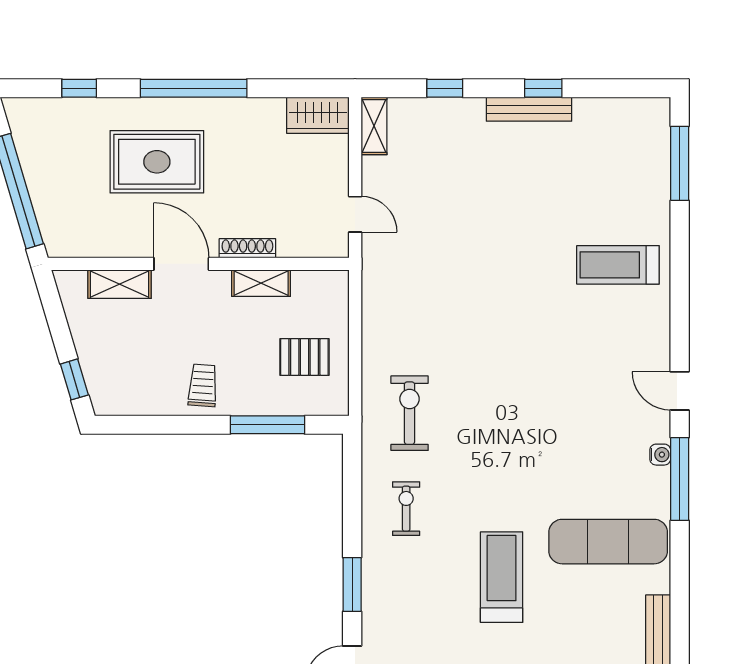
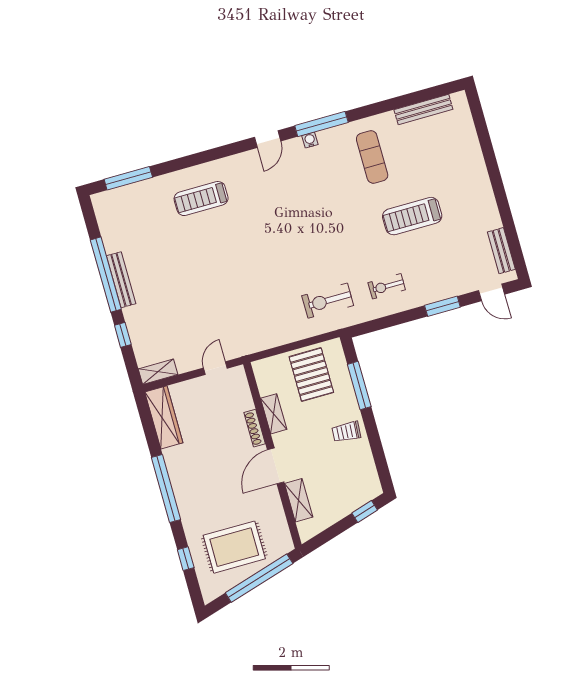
window: (543, 88) -> (106, 275), width x3.17
wardrobe: (318, 115) -> (164, 417), width x1.50
rug: (157, 162) -> (234, 547), moved, turned 90
treadmill: (618, 265) -> (201, 199), turned 90
pallet: (304, 357) -> (311, 375), width x1.50, depth x1.42
exercise mat: (608, 542) -> (372, 157), width x0.73, depth x0.69

